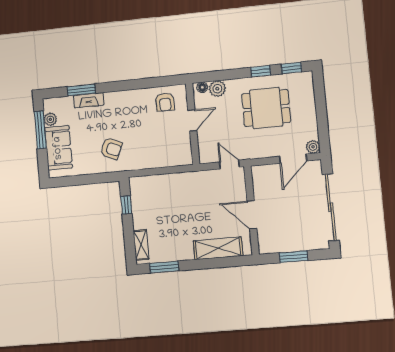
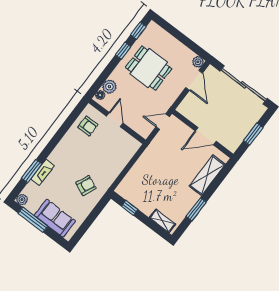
dining table: (266, 108) -> (149, 68), turned 90
plant: (50, 119) -> (22, 200), moved
window: (164, 267) -> (196, 209), moved

